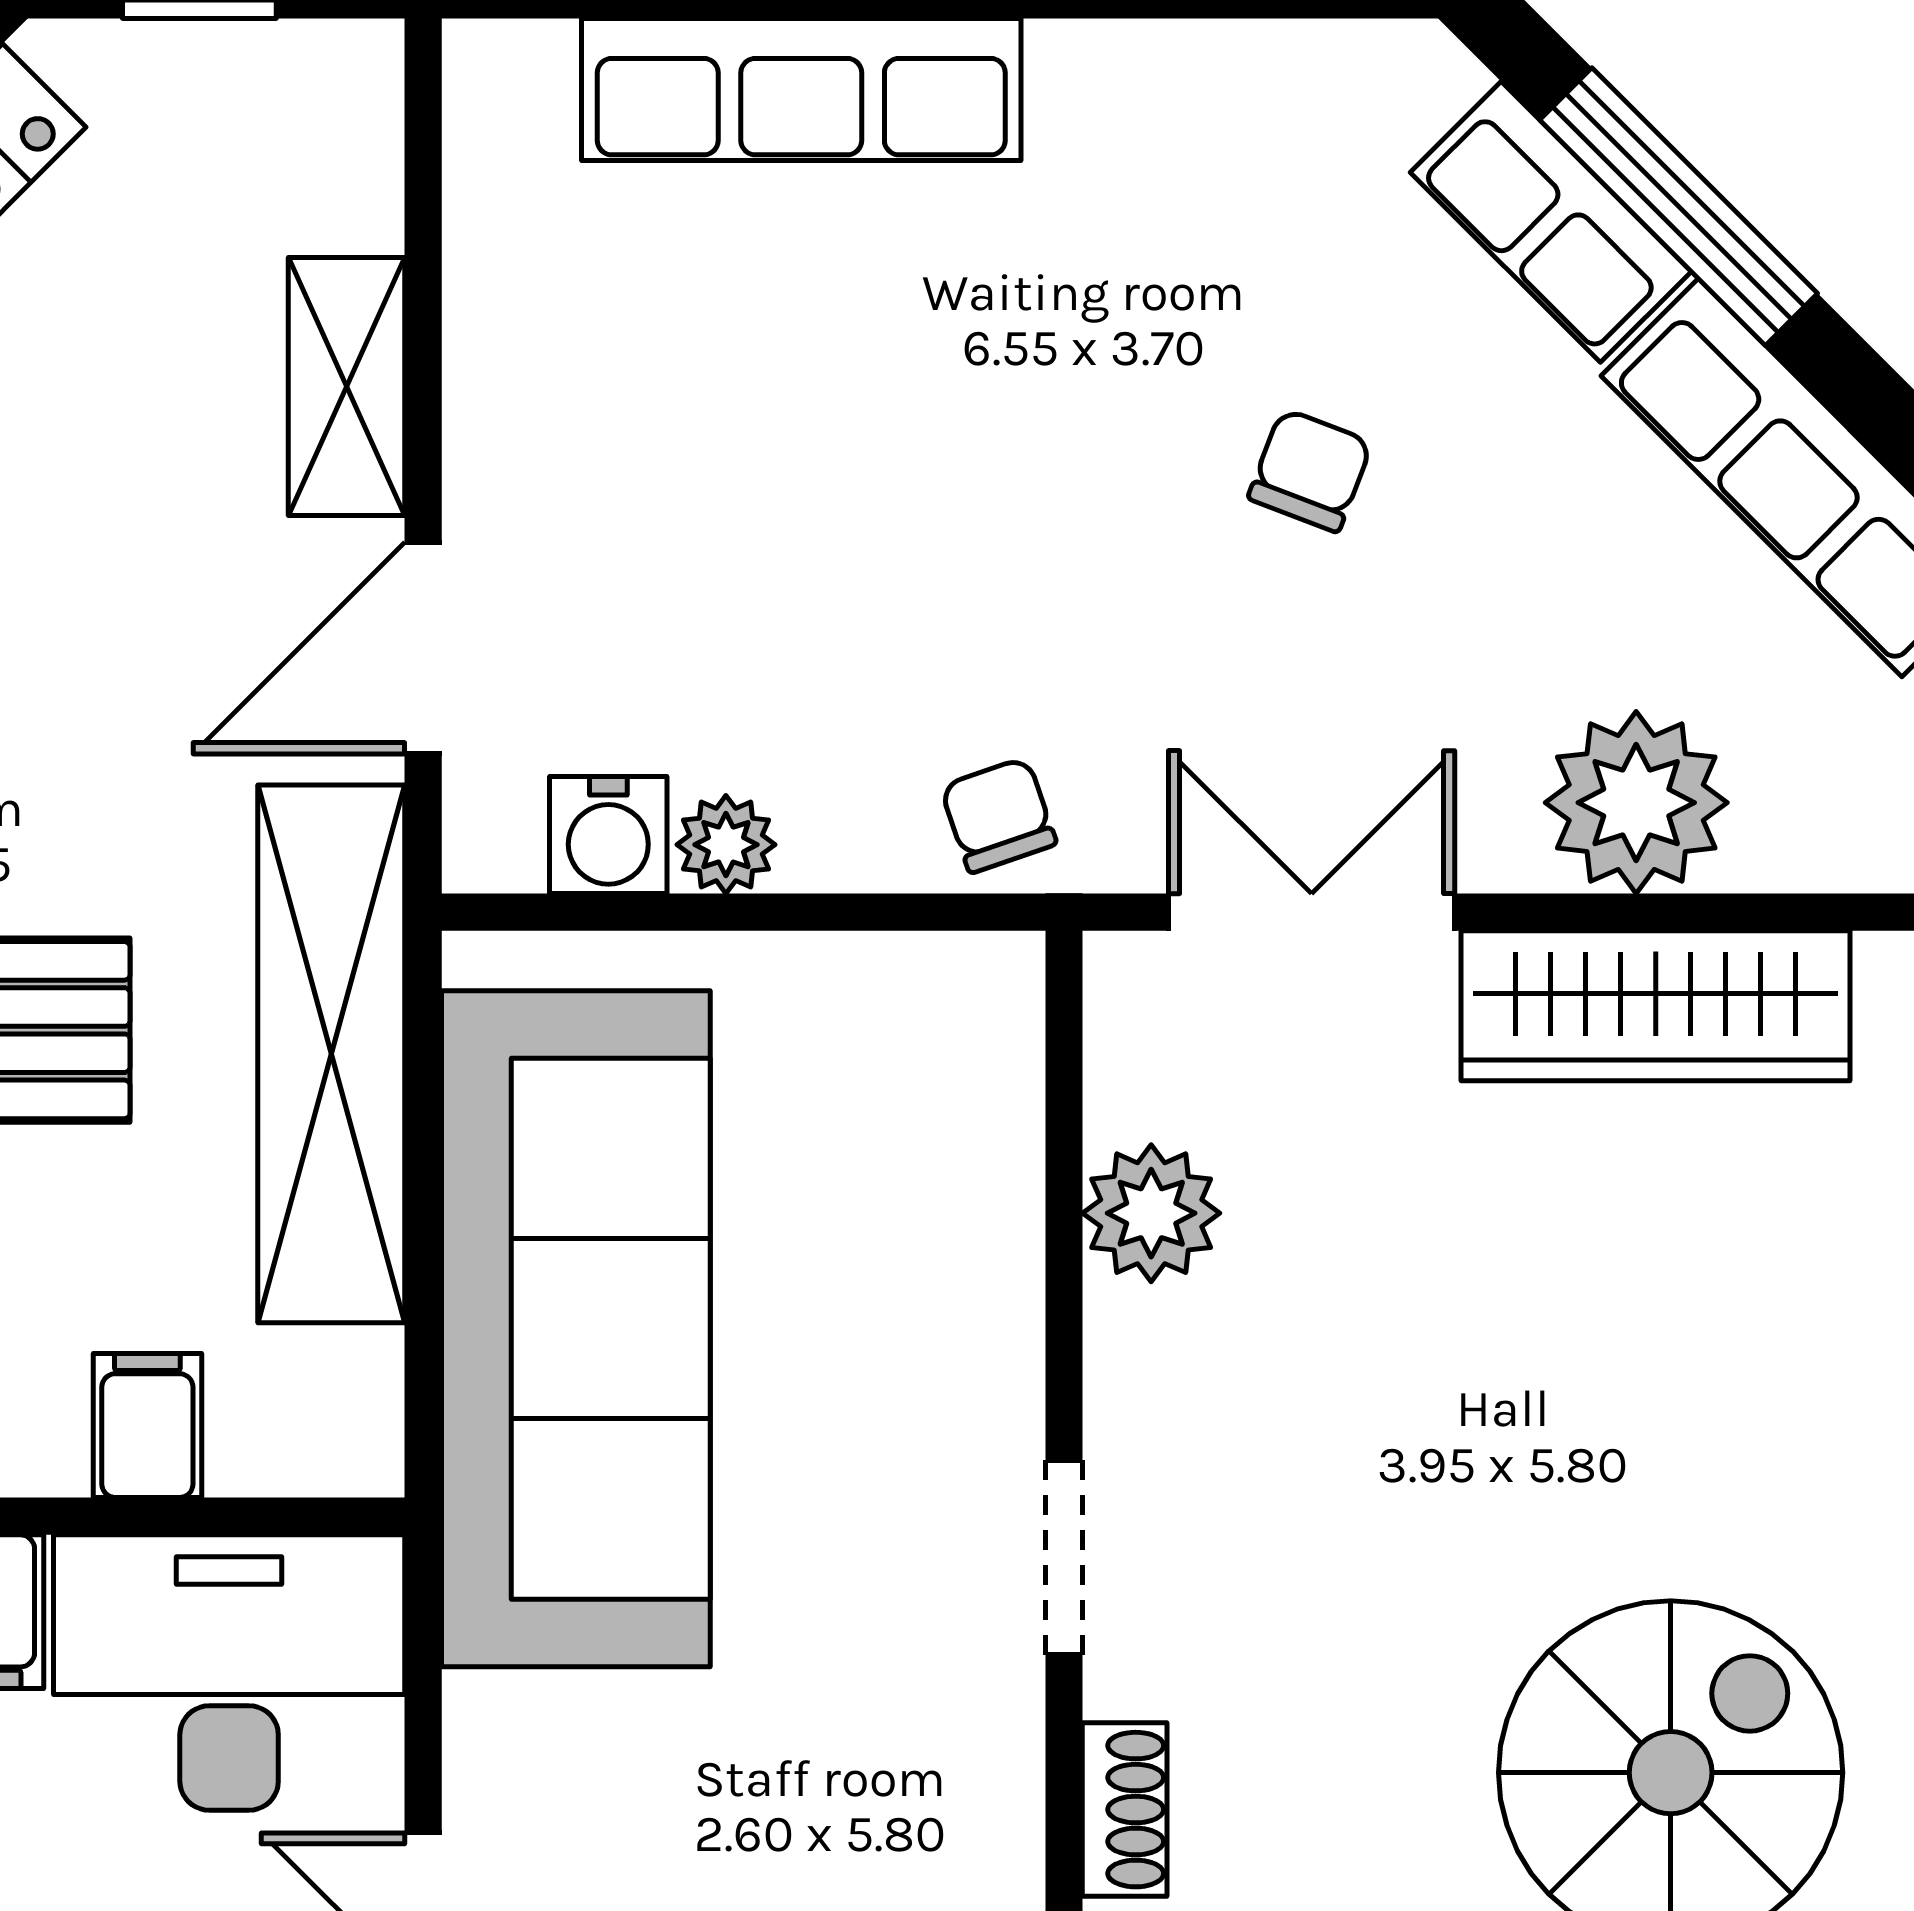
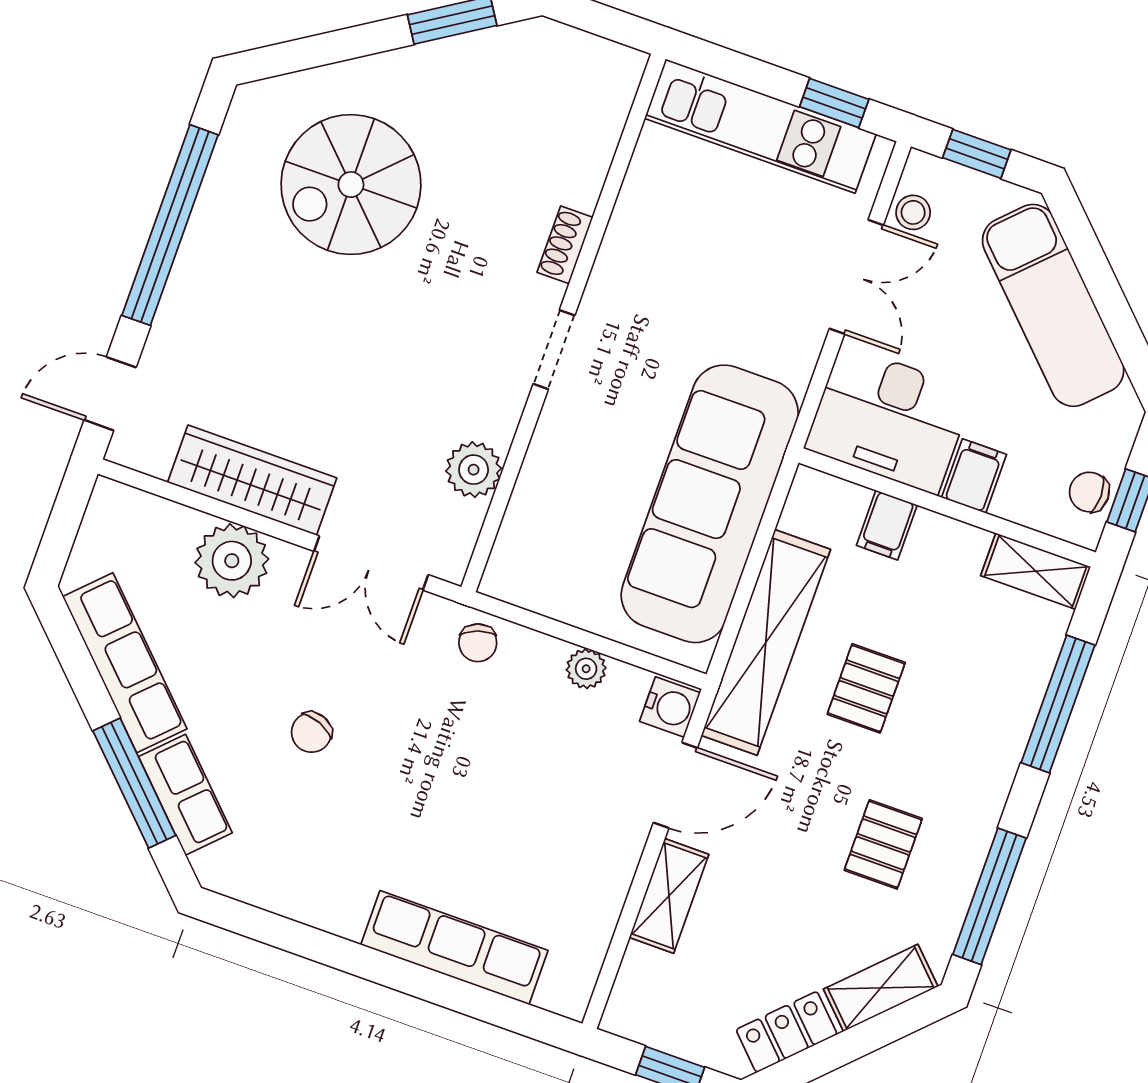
water cooler: (608, 835) -> (670, 707), moved, turned 90

